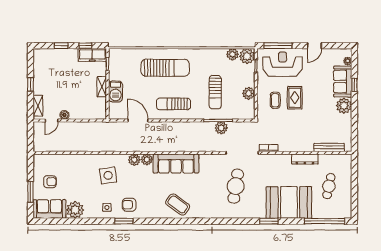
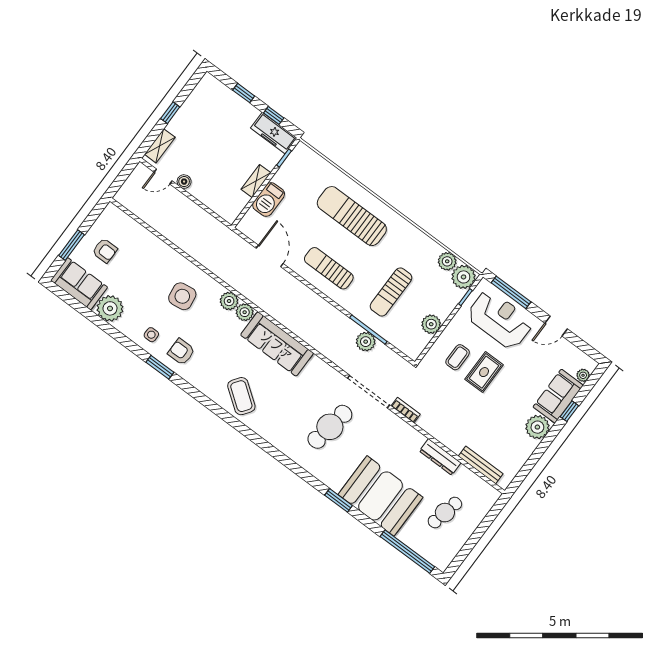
sun lounger: (165, 68) -> (352, 216), turned 180

